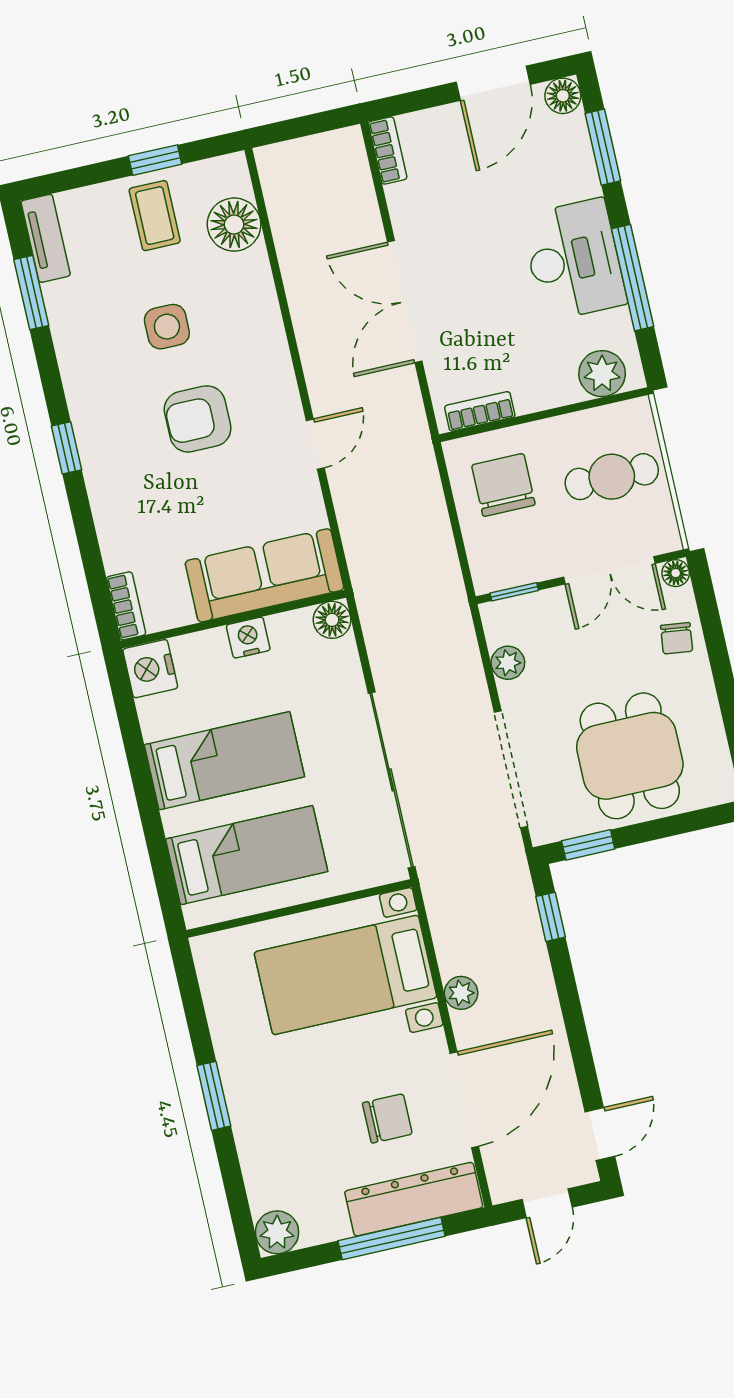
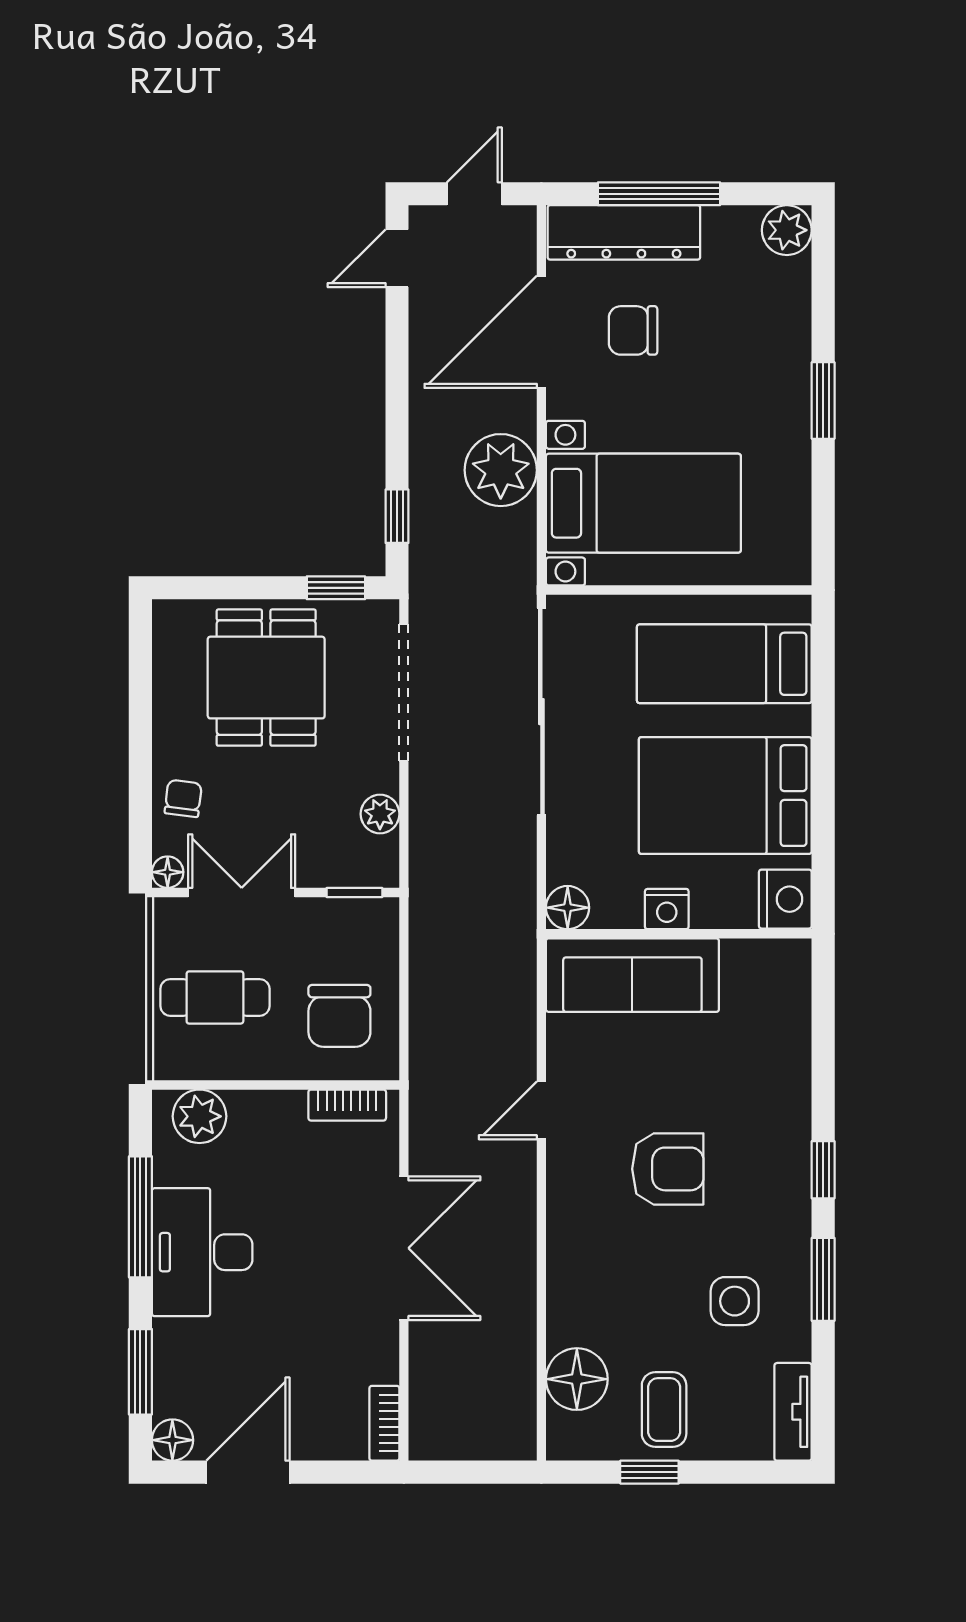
window: (31, 292) -> (823, 1279), moved
side table: (167, 327) -> (735, 1301), moved
bookcase: (126, 606) -> (797, 976), removed
bed: (224, 761) -> (725, 796), width x1.50
plant: (461, 993) -> (501, 470), width x1.87, depth x1.87

